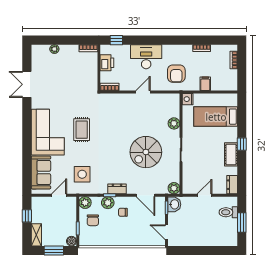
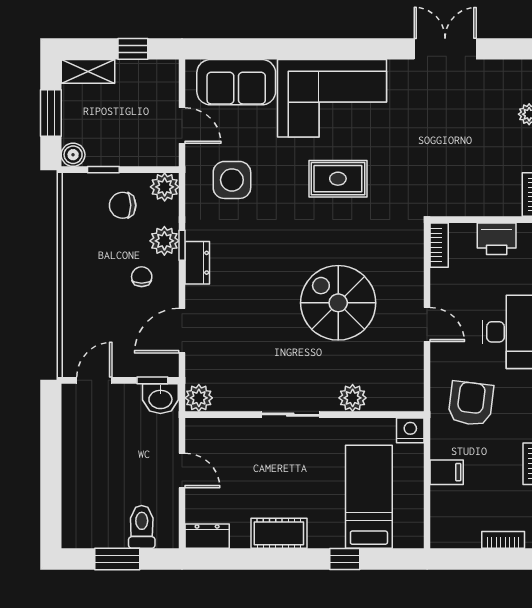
armchair: (176, 74) -> (471, 404), turned 97
window: (242, 144) -> (345, 559), moved
spiral stairs: (146, 152) -> (338, 303), moved

